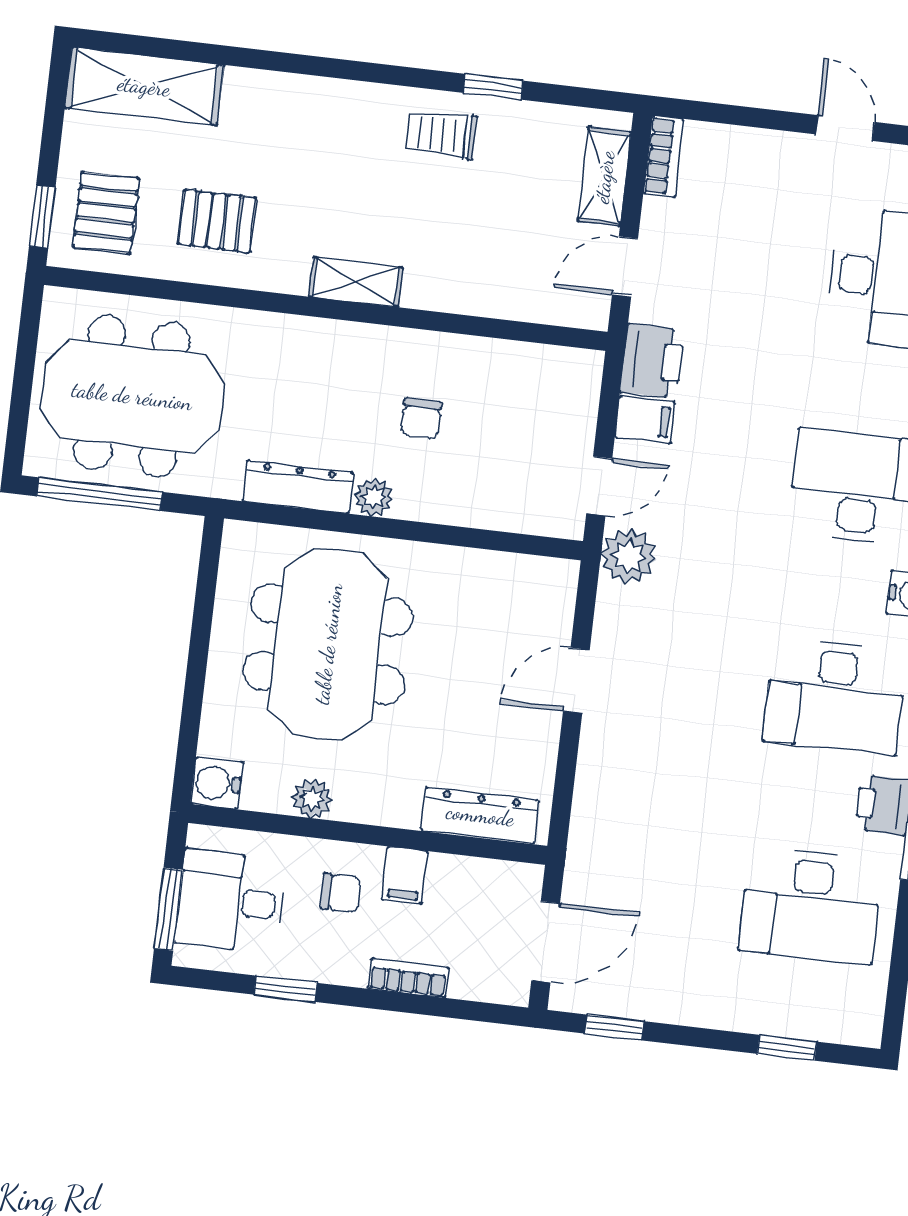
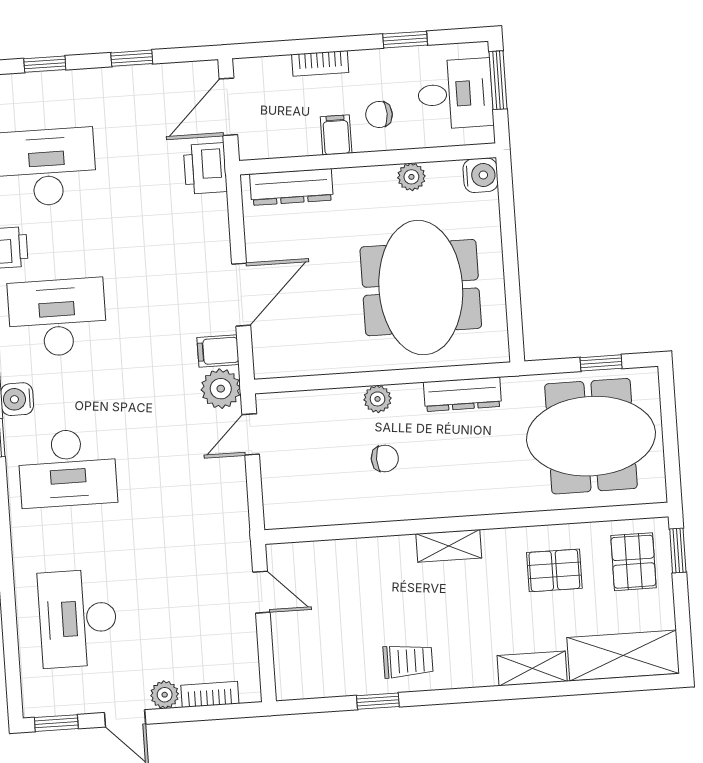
plant: (784, 150) -> (165, 695), added
bookcase: (663, 156) -> (210, 694), moved, turned 90
shelving: (604, 177) -> (532, 668), moved, turned 90
door: (625, 267) -> (261, 592), hinge flipped
printer: (652, 361) -> (205, 168), moved
chair: (421, 418) -> (385, 458), turned 90
filing cabinet: (645, 420) -> (218, 351), moved
window: (99, 494) -> (601, 363), width x0.46
plant: (374, 497) -> (378, 399), moved
door: (576, 681) -> (241, 295), width x1.38
window: (614, 1027) -> (132, 58), moved

